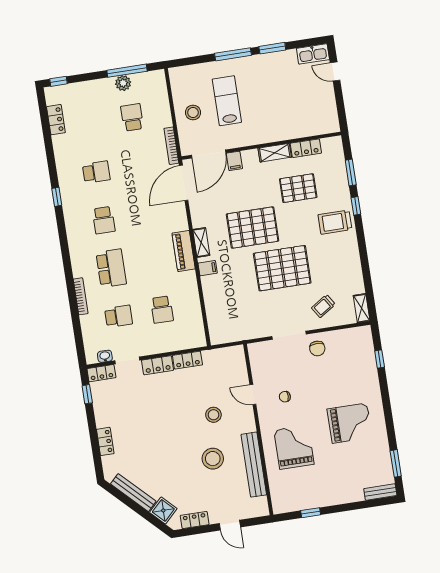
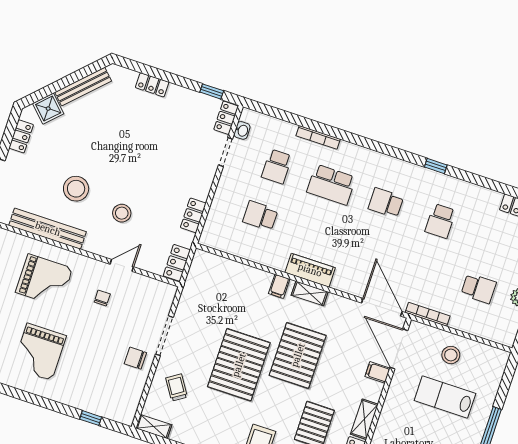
lab bench: (227, 101) -> (445, 397), turned 180
locker: (158, 365) -> (177, 263), moved

